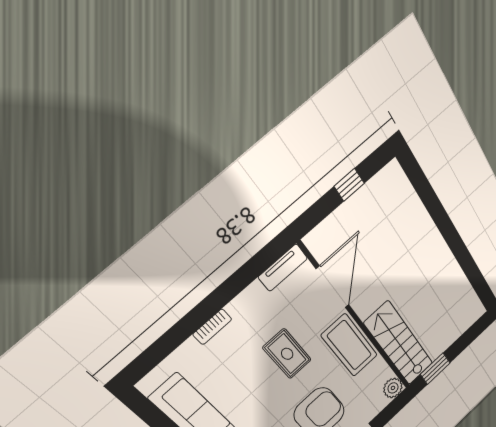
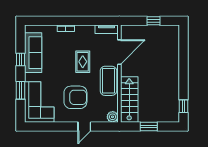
window: (479, 284) -> (183, 106), added
window: (435, 369) -> (149, 126), moved

